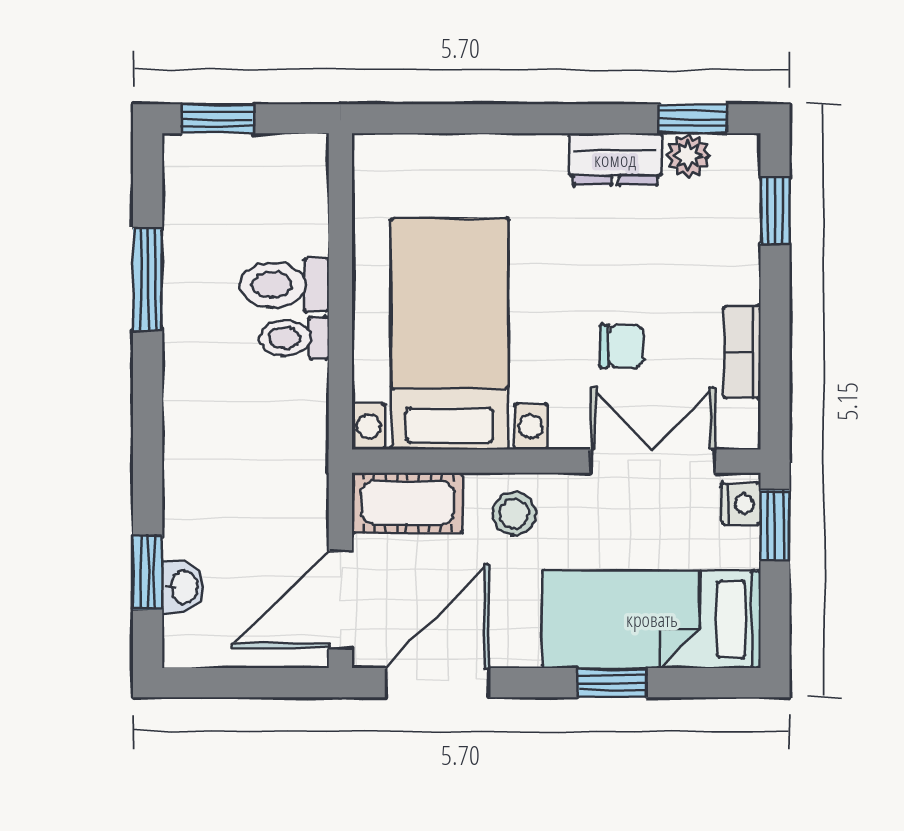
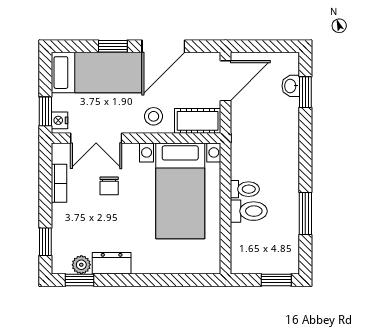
chair: (621, 346) -> (109, 186), turned -90
door: (437, 683) -> (163, 46), moved

